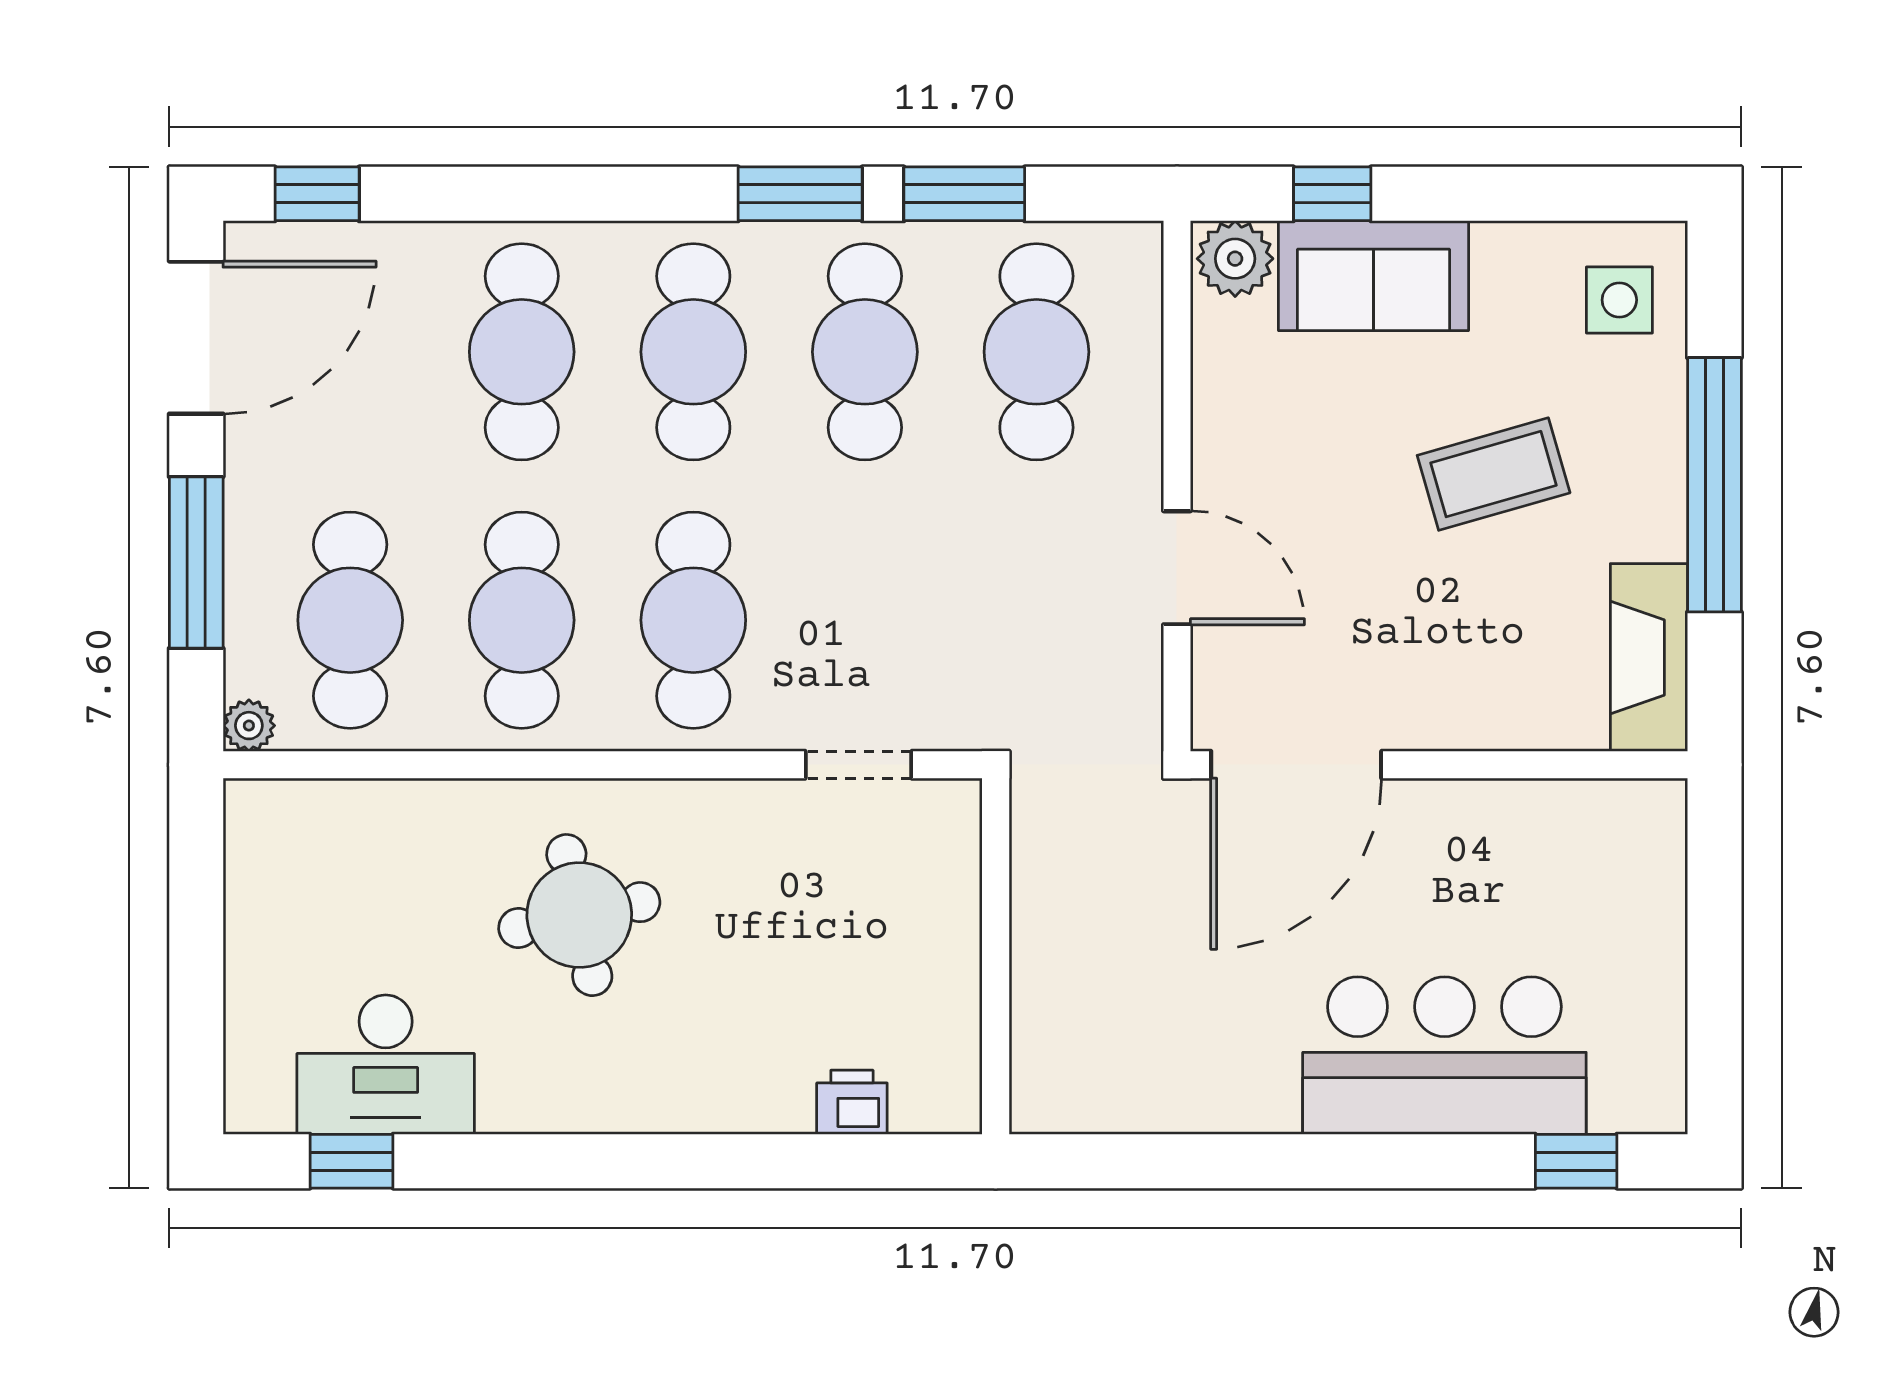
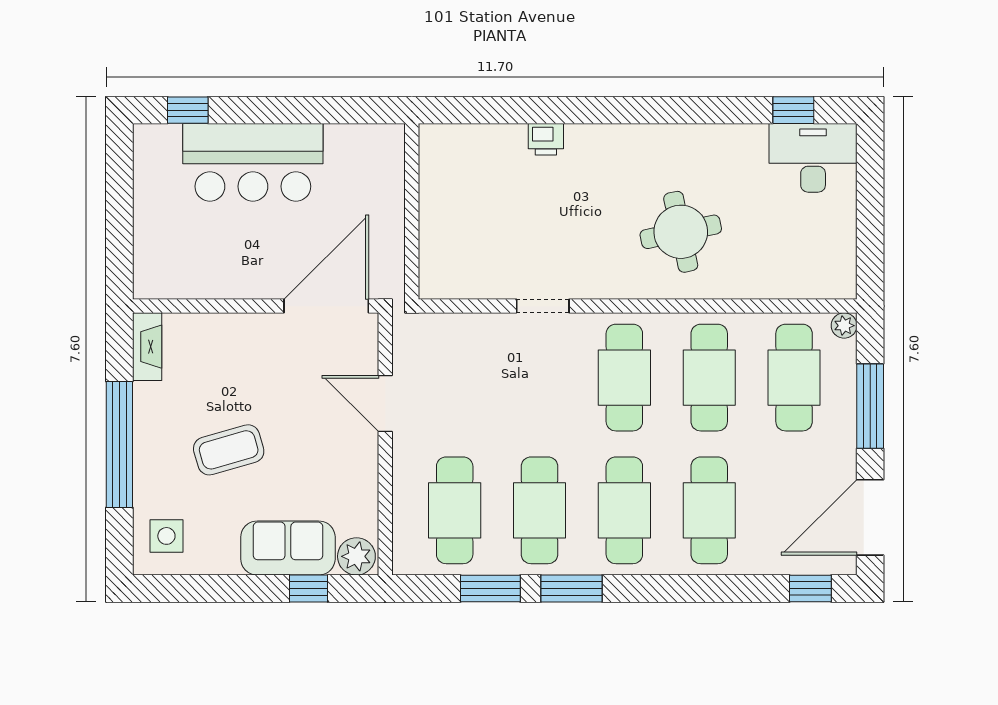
fireplace: (1649, 657) -> (147, 347), width x0.73, depth x0.76
wall: (996, 956) -> (412, 211), moved
desk: (386, 1065) -> (813, 158), moved

